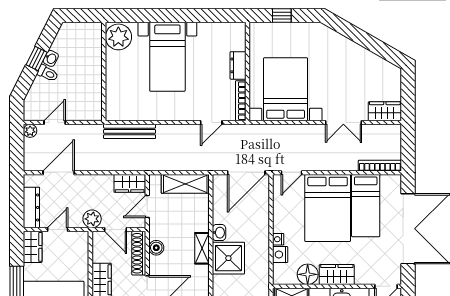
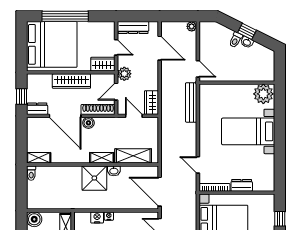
door: (55, 123) -> (198, 69), moved
shelving: (185, 184) -> (133, 156), moved, turned 90
wardrobe: (33, 247) -> (103, 64), moved, turned 180
boiler: (156, 248) -> (88, 123), moved

